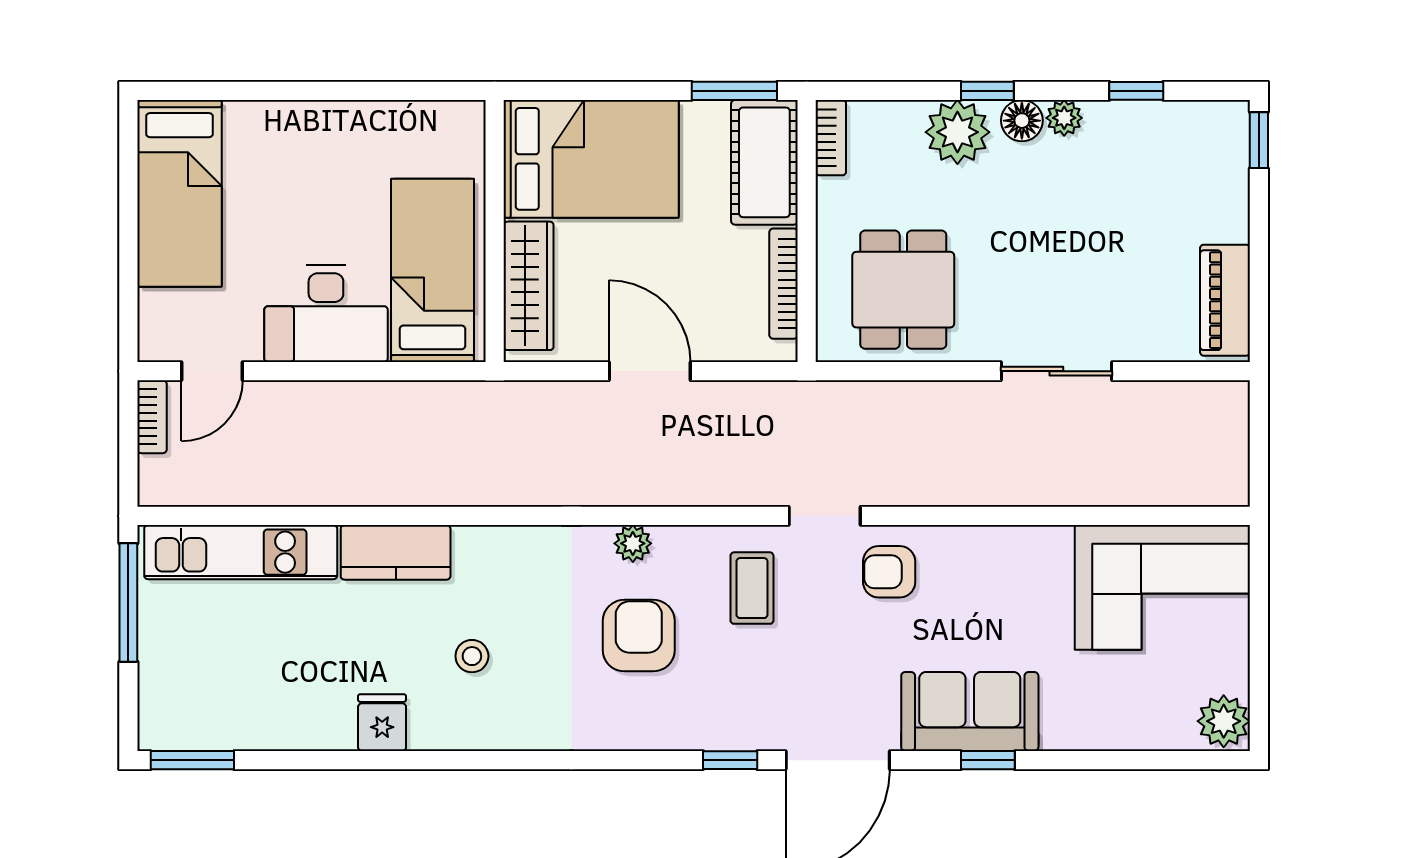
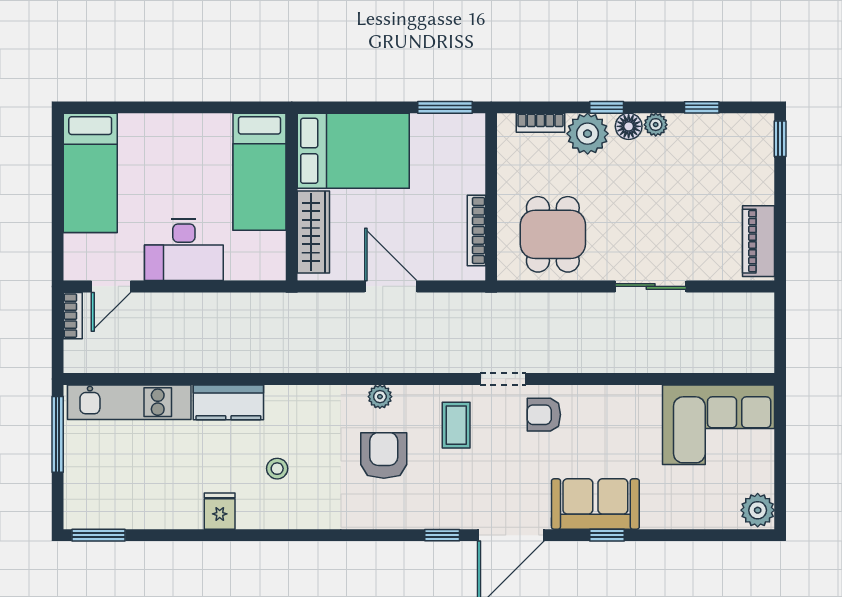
bookcase: (831, 138) -> (540, 123), moved, turned 90
cot: (764, 162) -> (464, 153), removed
bed: (432, 270) -> (260, 172), moved, turned 180

